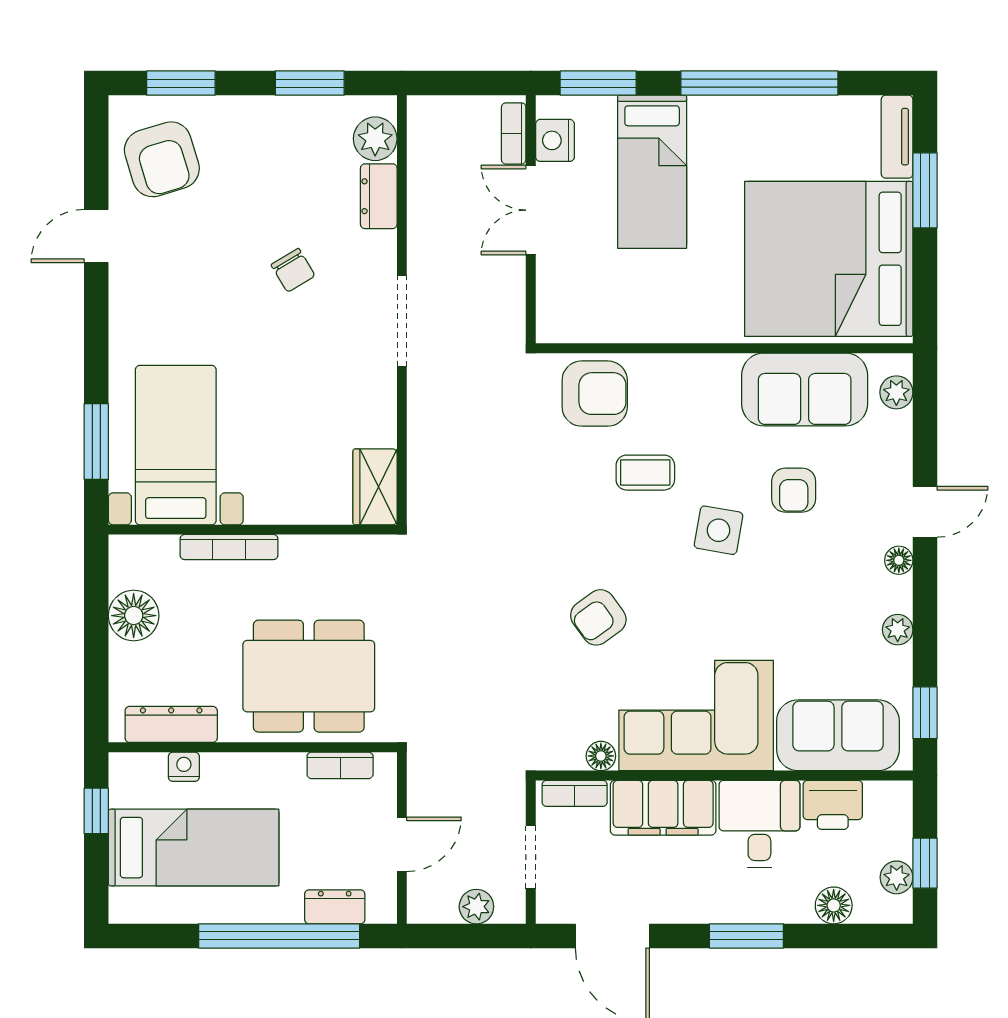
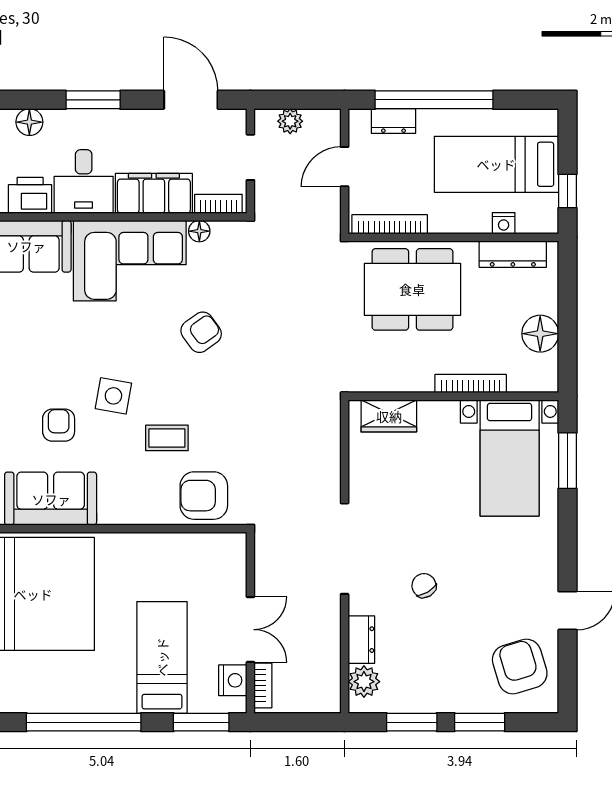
window: (181, 83) -> (480, 722), moved
doorway: (402, 321) -> (345, 549), width x1.36
wardrobe: (375, 487) -> (389, 416), moved, turned 90
bookcase: (340, 765) -> (390, 224), width x1.56

